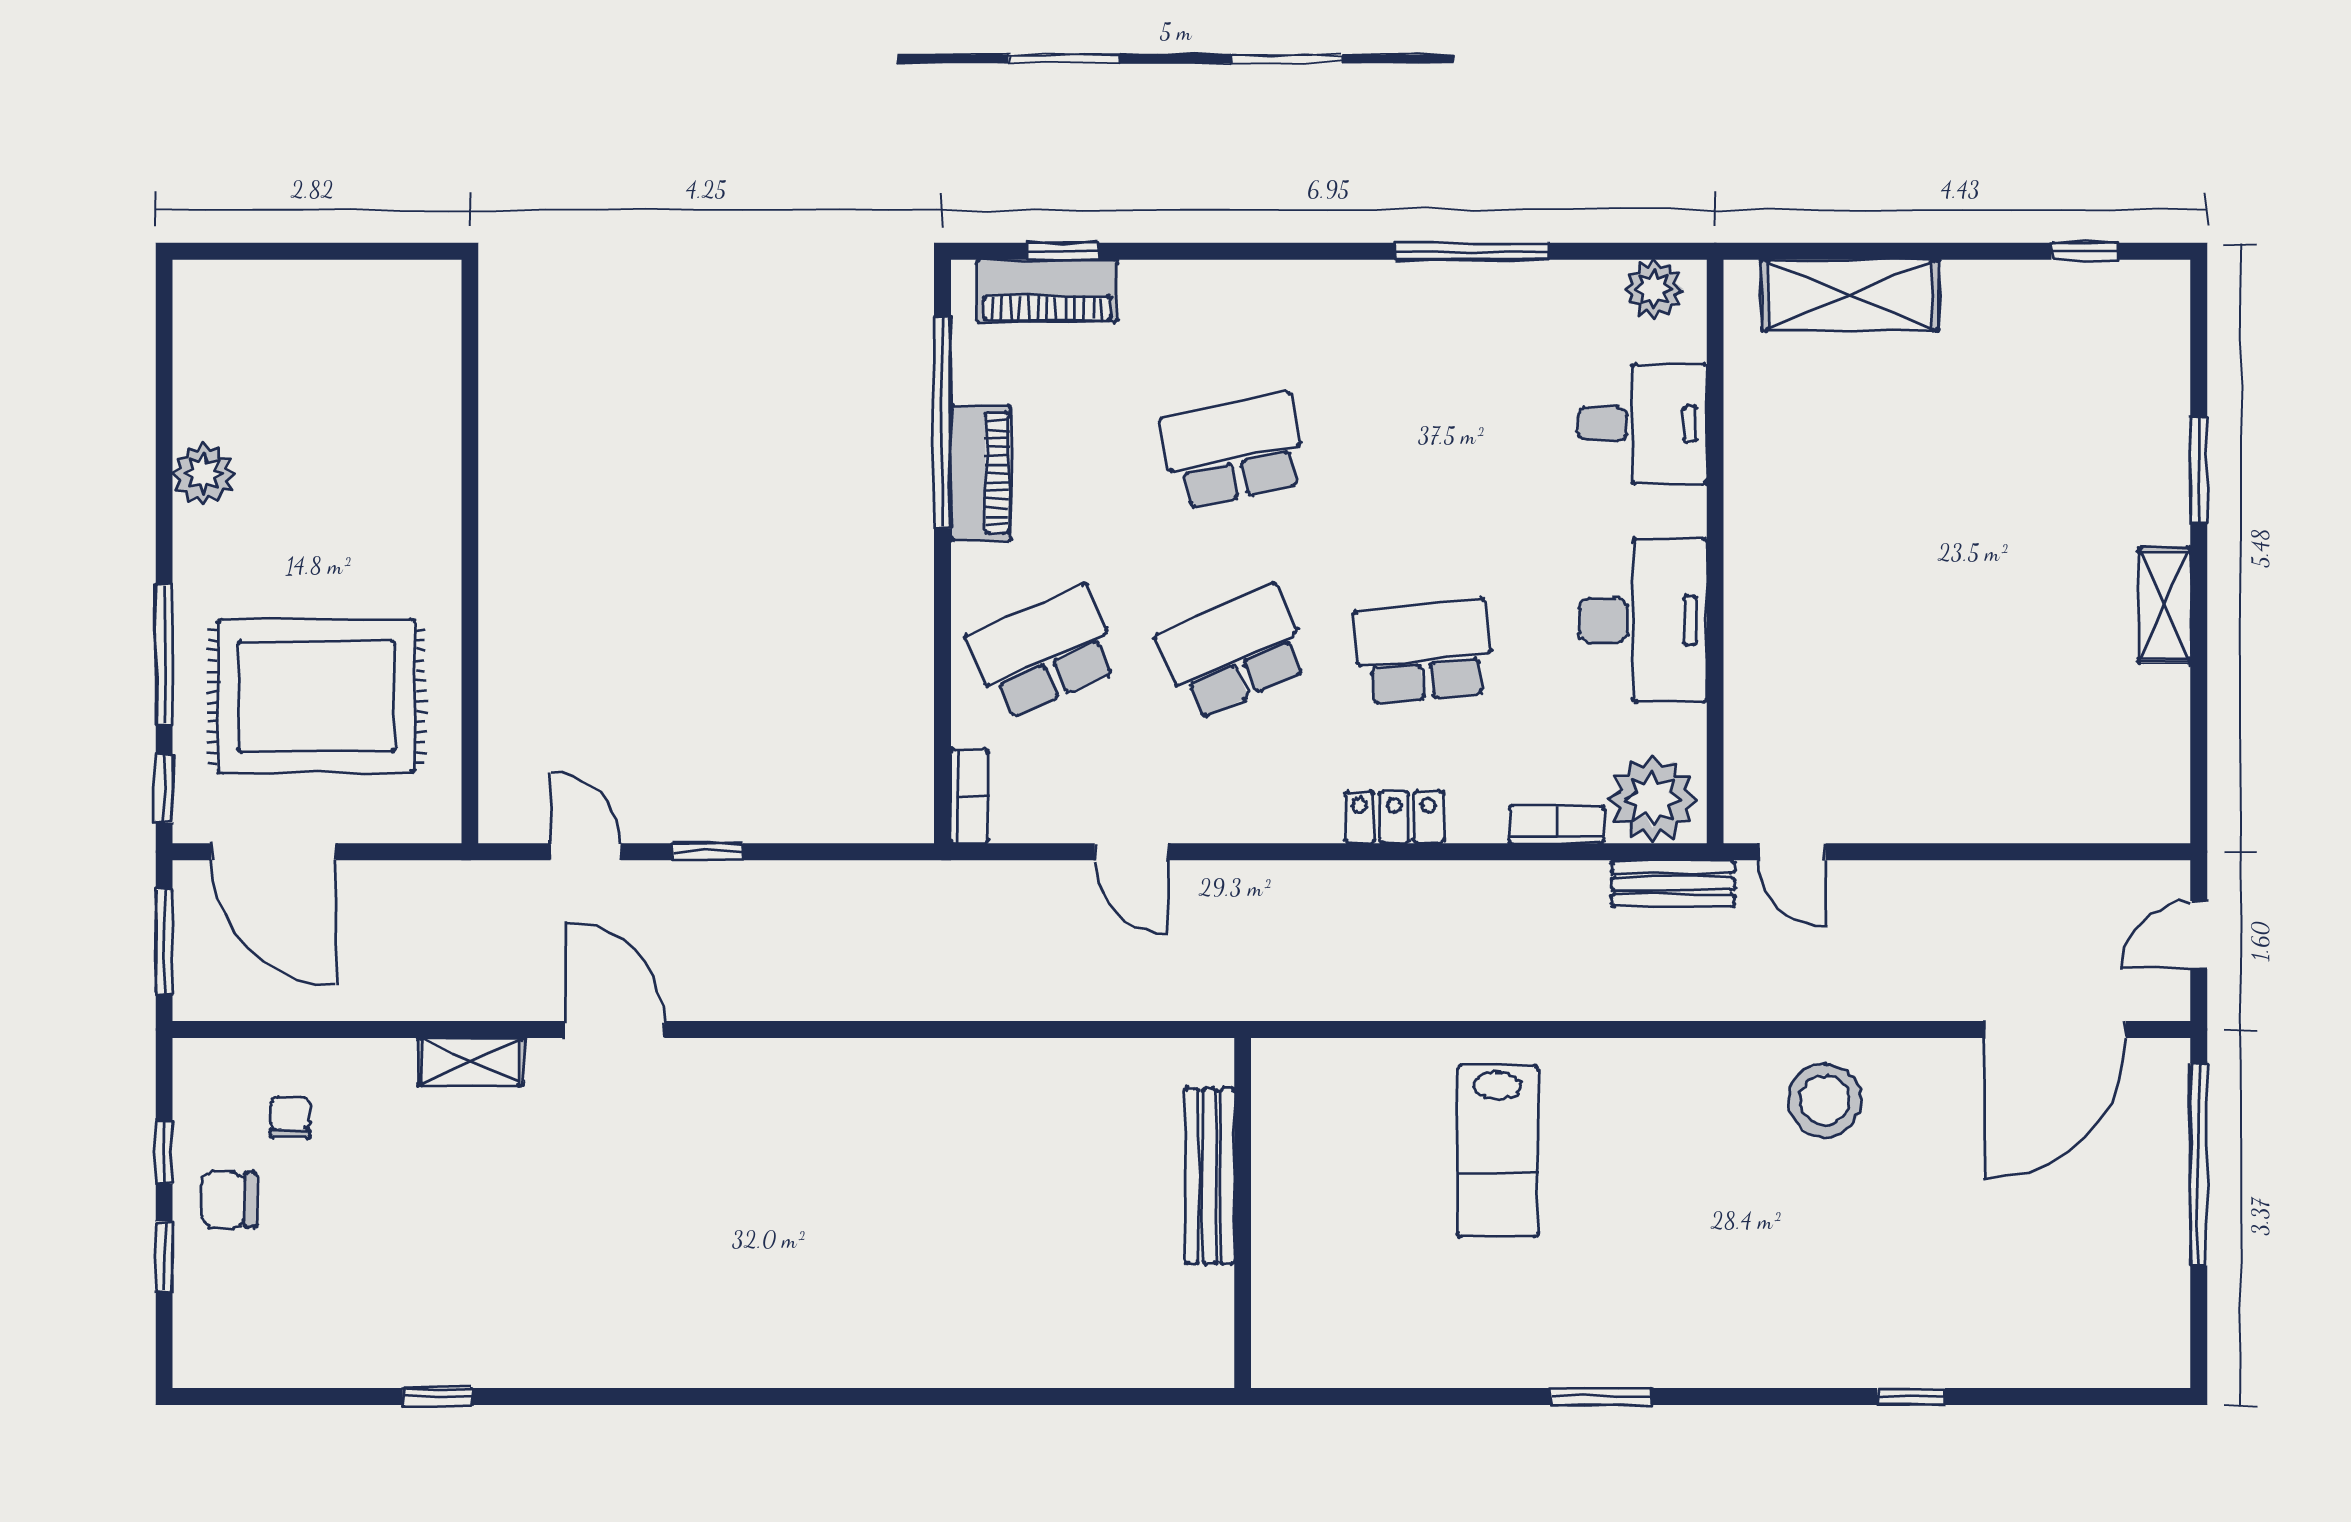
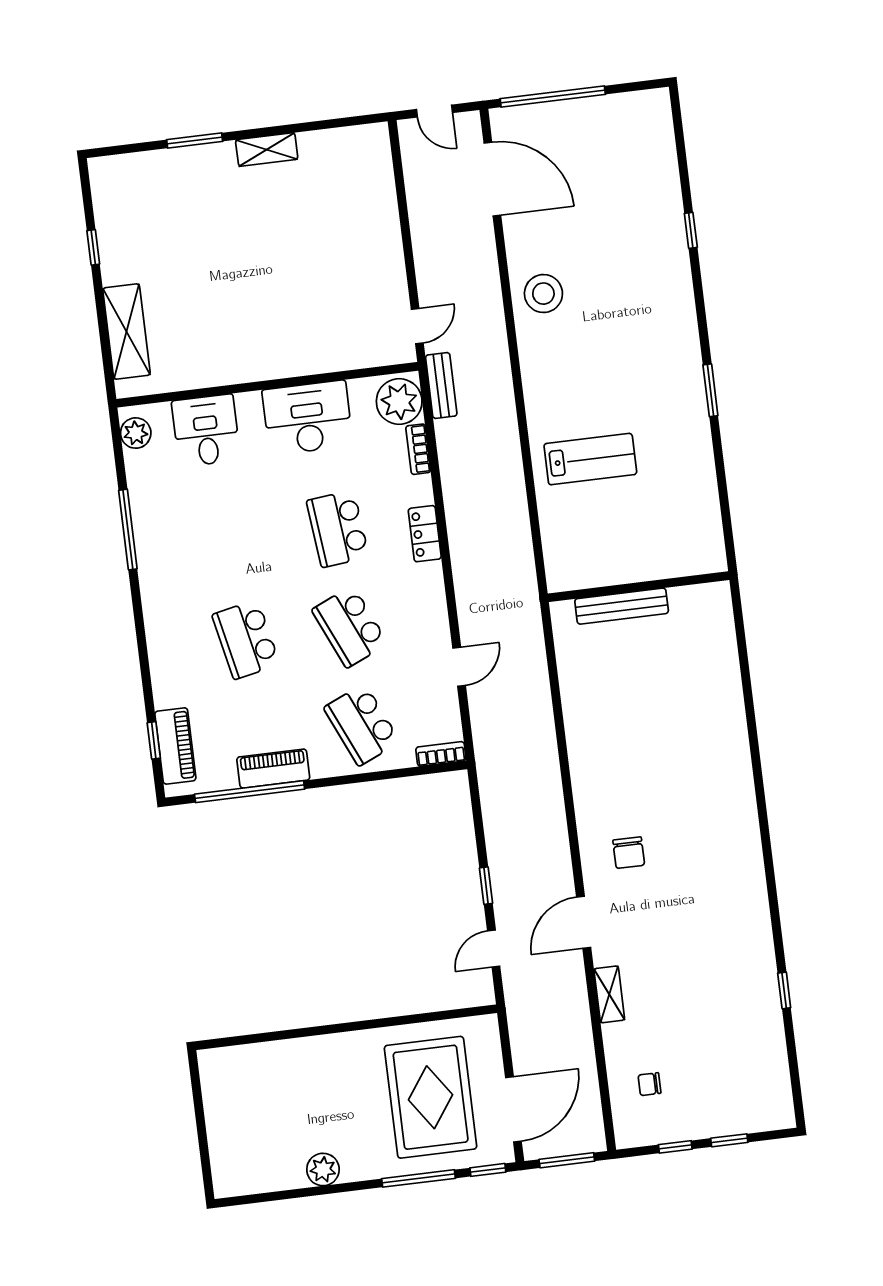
window: (2085, 251) -> (93, 247), moved
chair: (228, 1200) -> (629, 853), moved

